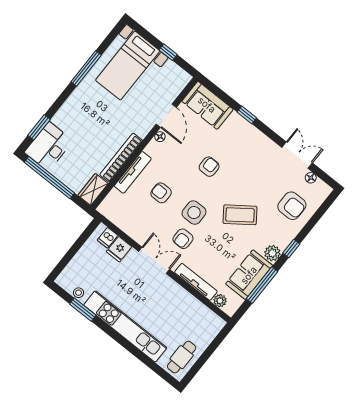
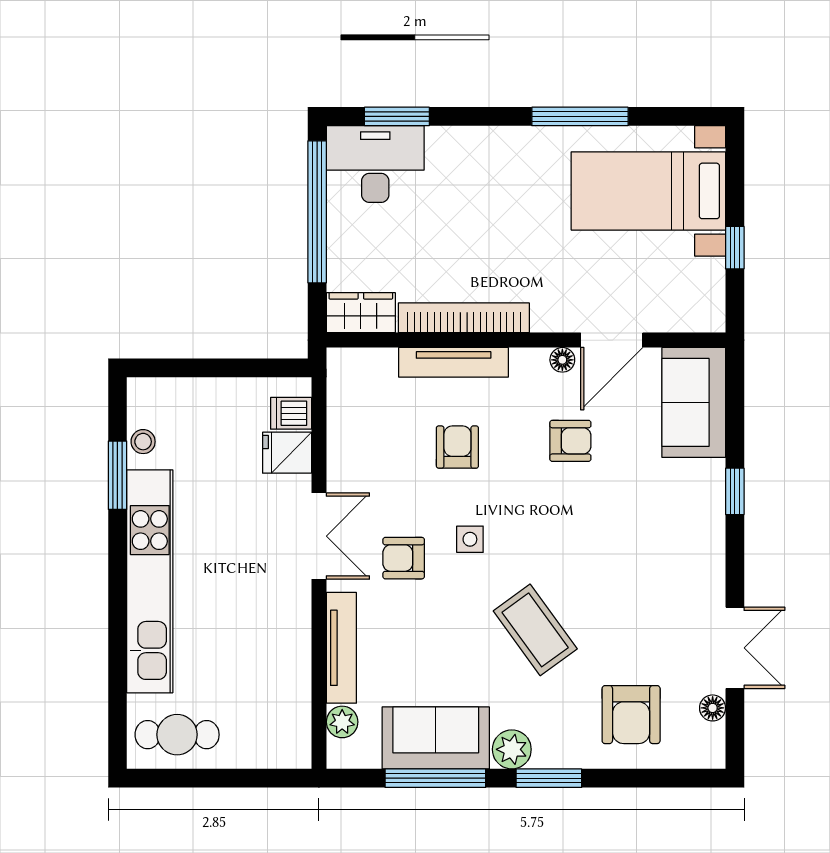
armchair: (209, 167) -> (570, 441), moved
side table: (194, 213) -> (470, 539), width x0.54, depth x0.54
window: (291, 249) -> (549, 778), width x1.50

